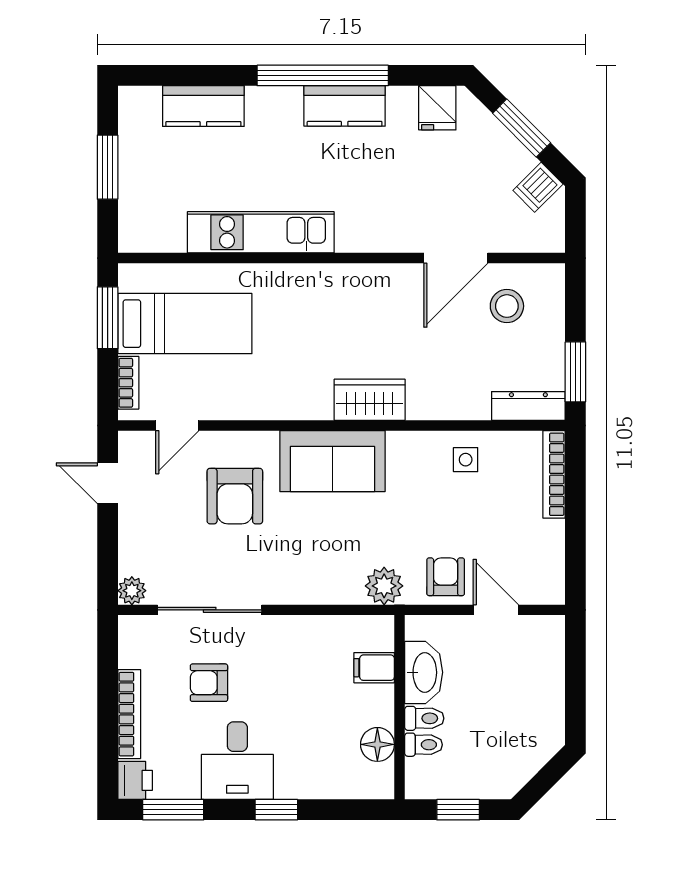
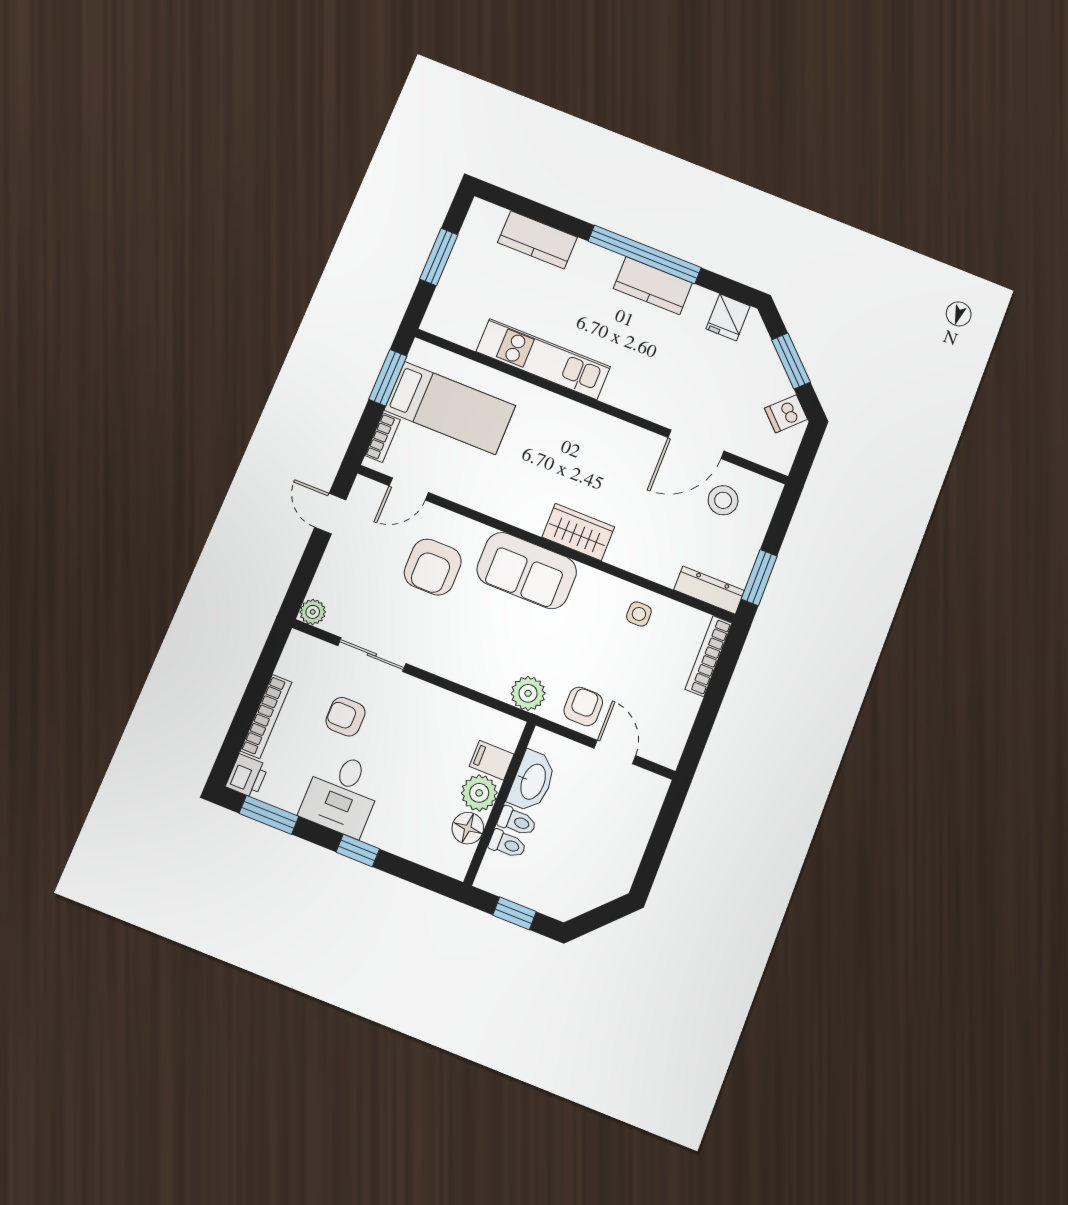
sliding door: (210, 610) -> (372, 655), width x0.73
plant: (375, 705) -> (479, 793), added

